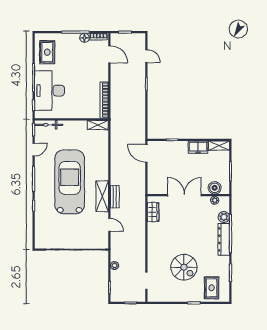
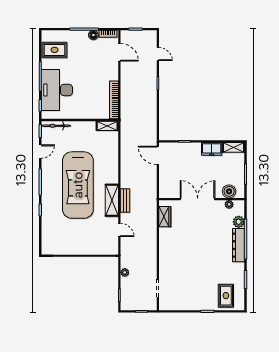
rug: (47, 52) -> (55, 50), turned 90
car: (70, 182) -> (78, 185), turned 180
spiral stairs: (184, 267) -> (197, 274), removed

